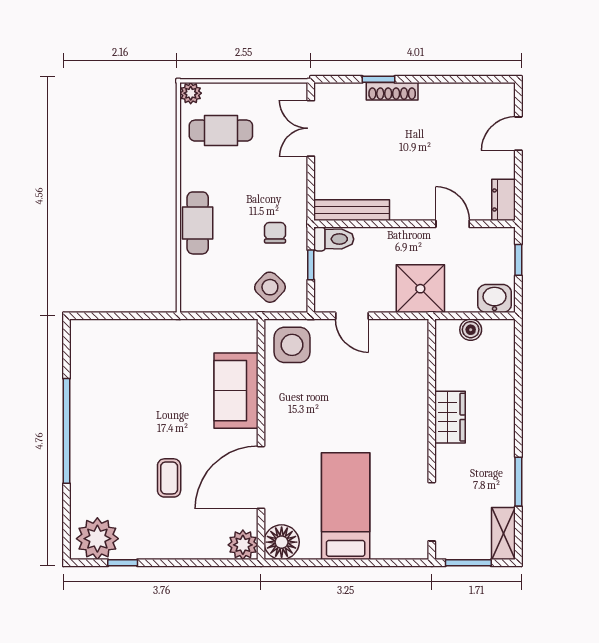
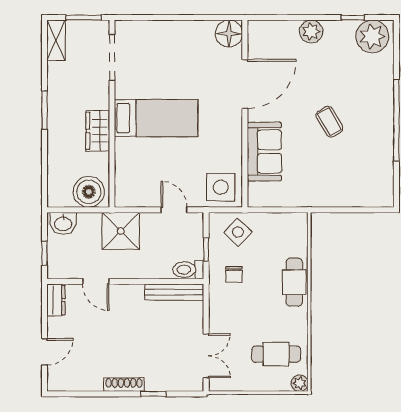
shoe rack: (392, 91) -> (124, 385), moved
boiler: (471, 330) -> (89, 192), width x1.86, depth x1.86
coffee table: (169, 478) -> (329, 122), moved, turned -30
window: (518, 482) -> (44, 110), moved
bed: (346, 506) -> (156, 118), moved, turned -90
plant: (243, 545) -> (311, 32), moved

